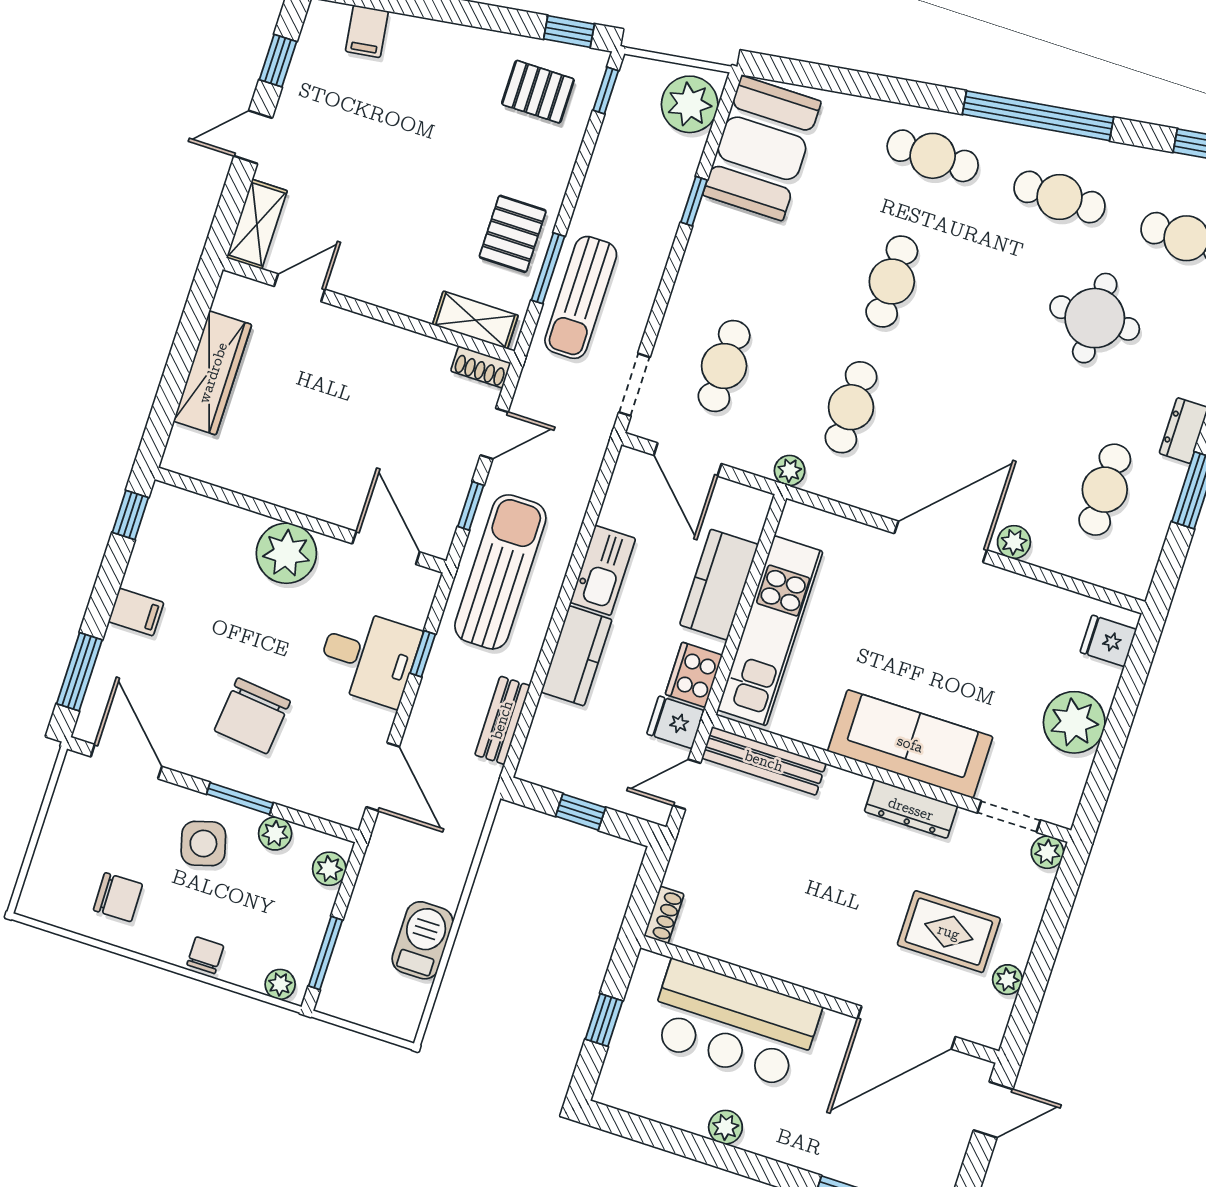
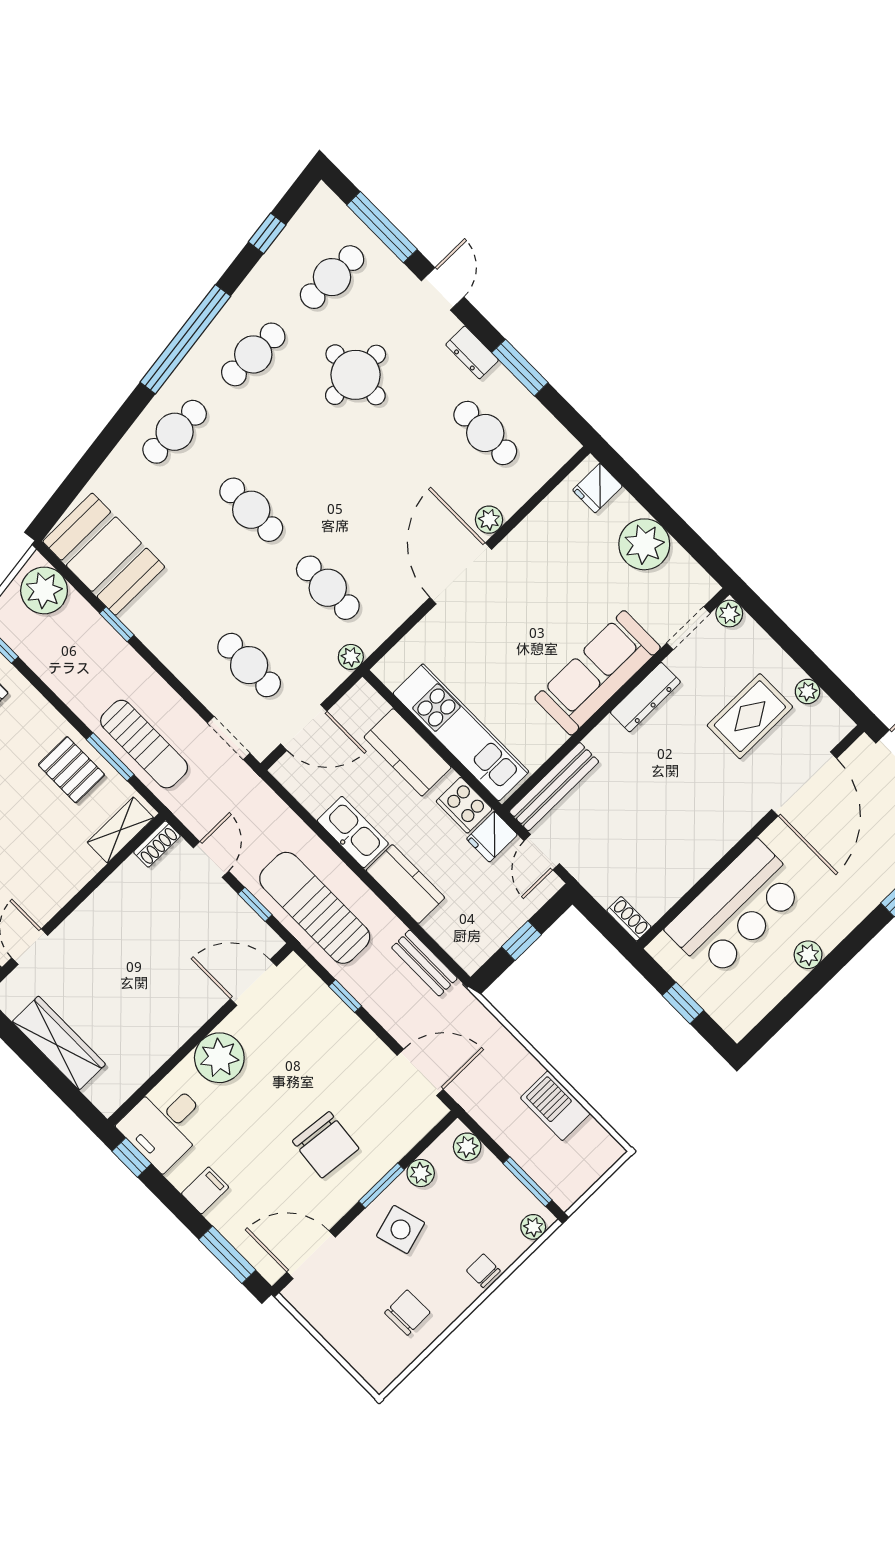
desk: (368, 657) -> (165, 1125), moved, turned 180

